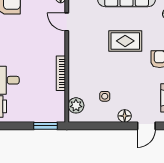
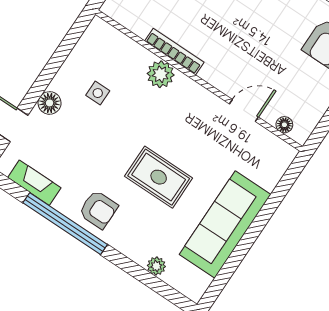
rug: (125, 41) -> (159, 177), turned 90
plant: (76, 105) -> (161, 74), moved

